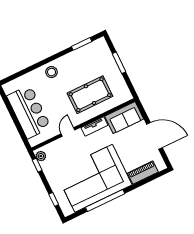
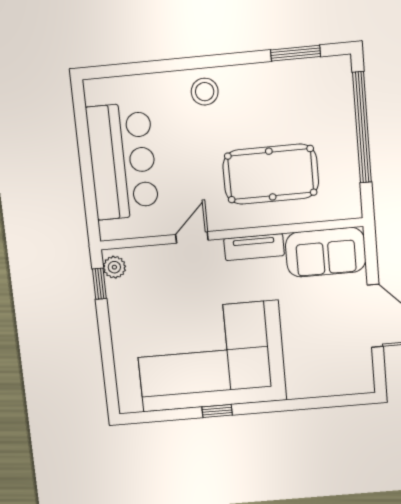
window: (119, 63) -> (362, 127), width x2.11
piano: (143, 173) -> (320, 383), removed
window: (54, 199) -> (109, 369), removed
window: (105, 200) -> (217, 411), width x0.32

